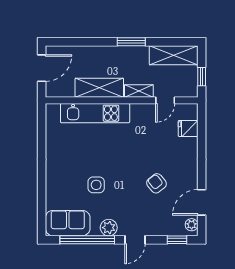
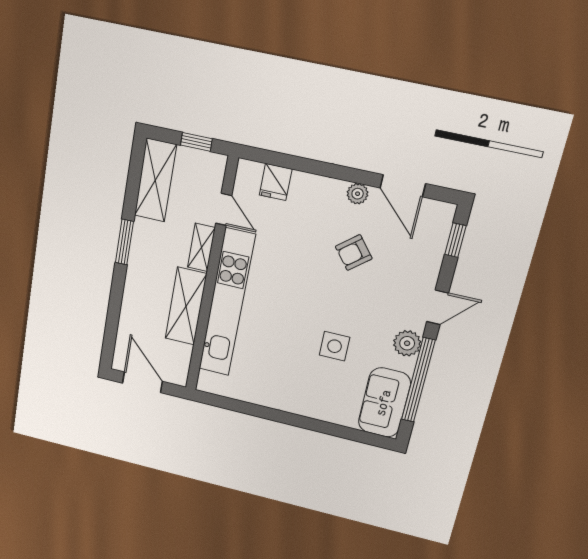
kitchen unit: (95, 113) -> (227, 303), width x1.36
plant: (192, 225) -> (358, 194), moved
door: (135, 240) -> (438, 307), hinge flipped

